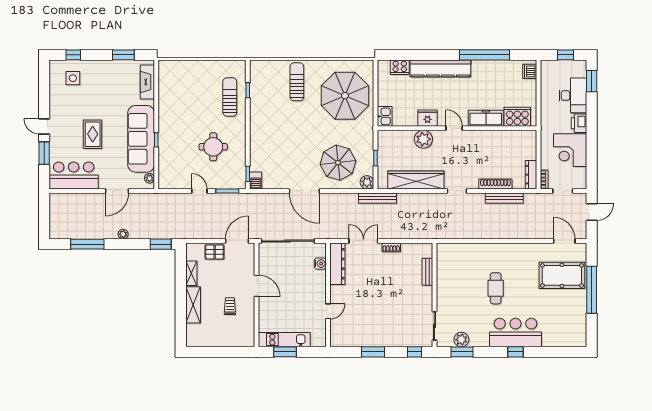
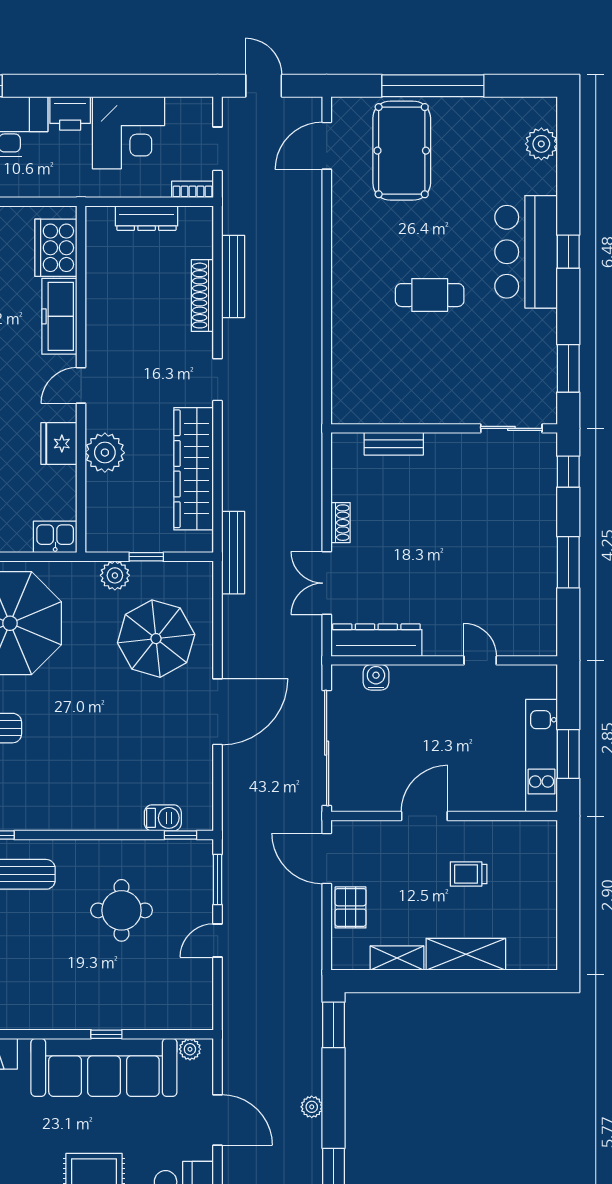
dresser: (531, 175) -> (147, 218), moved
barbecue: (256, 180) -> (163, 818), moved
plant: (367, 182) -> (115, 575), moved
plant: (461, 340) -> (541, 144), moved

